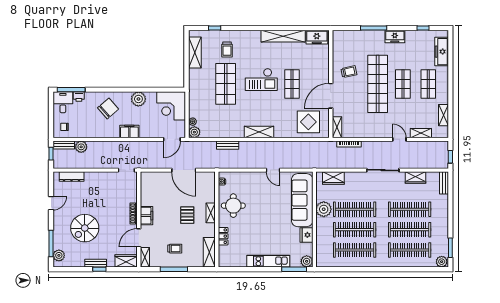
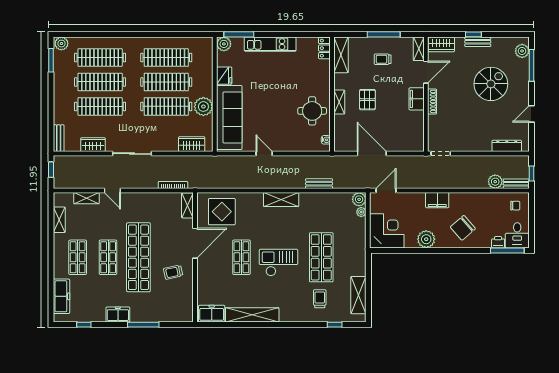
locker: (223, 236) -> (324, 48), moved

